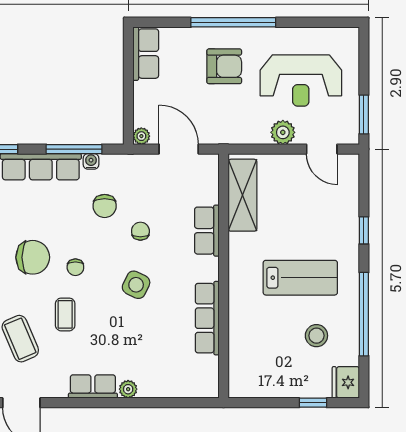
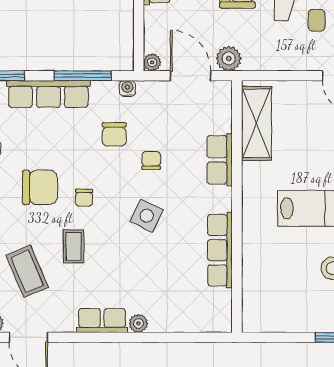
plant: (283, 132) -> (229, 58), moved
water cooler: (91, 161) -> (127, 88), moved

